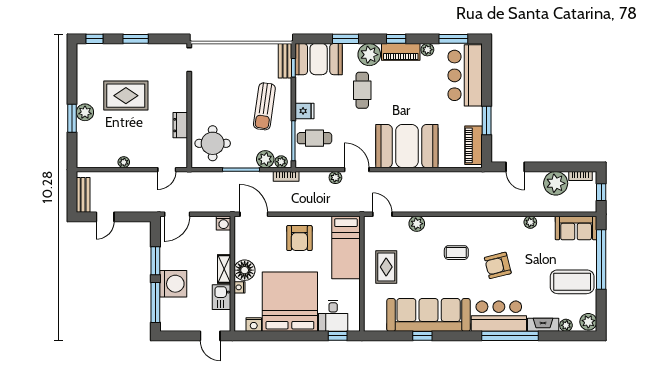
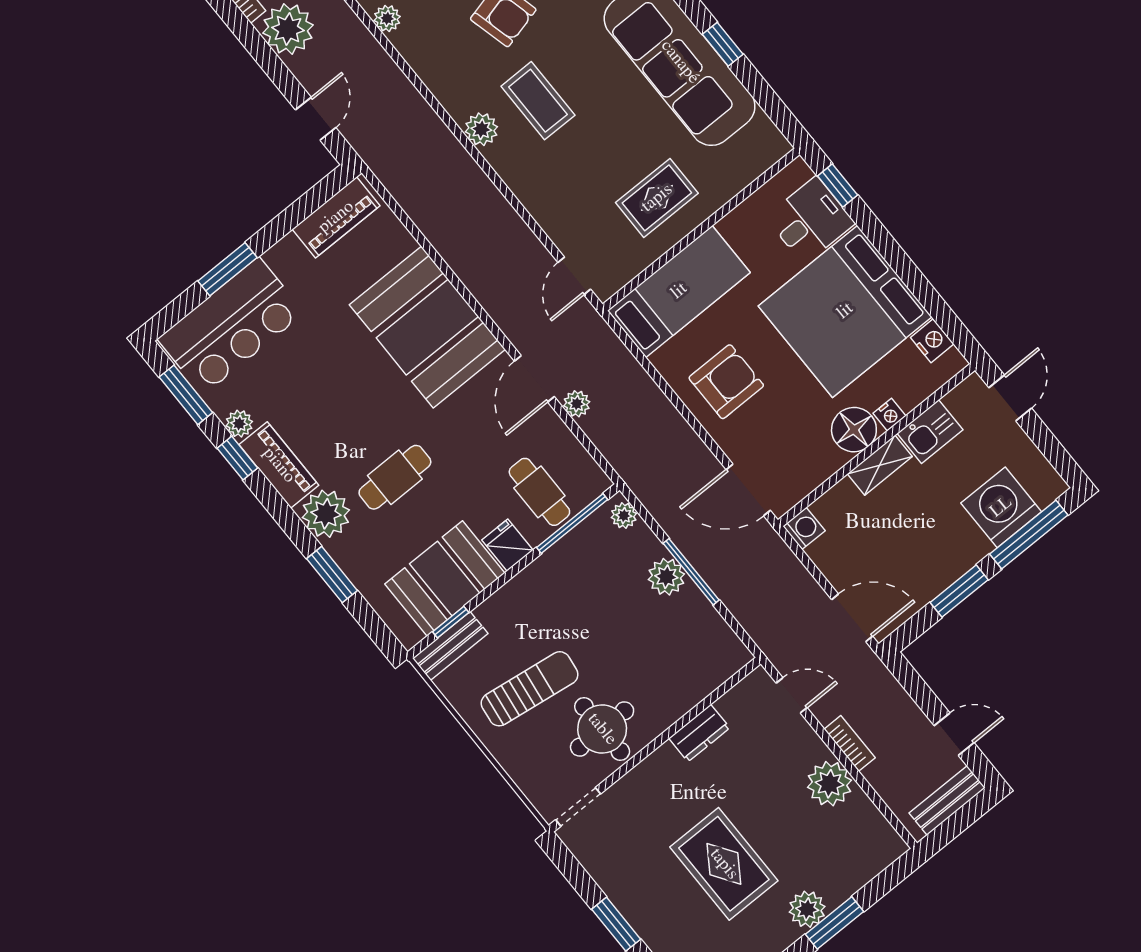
window: (396, 39) -> (237, 458), moved
booth: (319, 59) -> (445, 579), moved, turned 90
sun lounger: (264, 106) -> (530, 689), moved
window: (487, 120) -> (227, 269), moved
round table: (213, 143) -> (602, 729), moved
plant: (265, 159) -> (666, 577), moved
plant: (124, 162) -> (829, 784), width x1.87, depth x1.87
bookcase: (286, 176) -> (850, 743), moved
door: (254, 214) -> (748, 490), hinge flipped
plant: (417, 224) -> (481, 129), moved
coffee table: (456, 253) -> (538, 101), width x1.36, depth x1.30
washing machine: (173, 284) -> (1001, 507), moved

